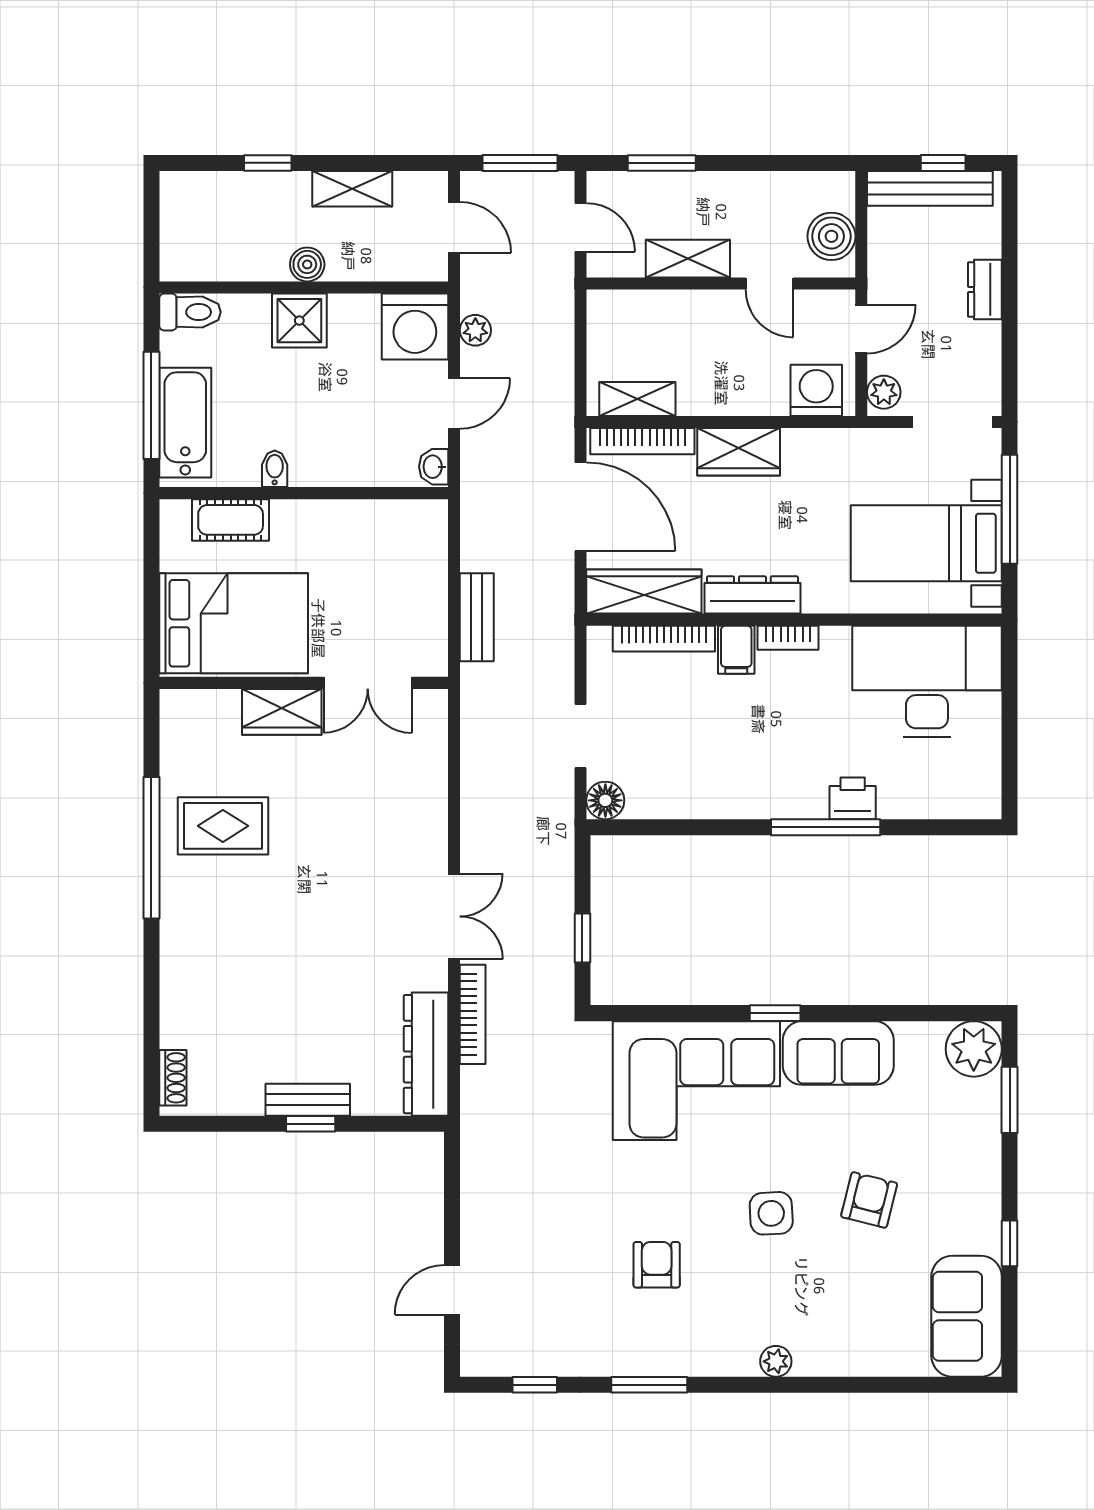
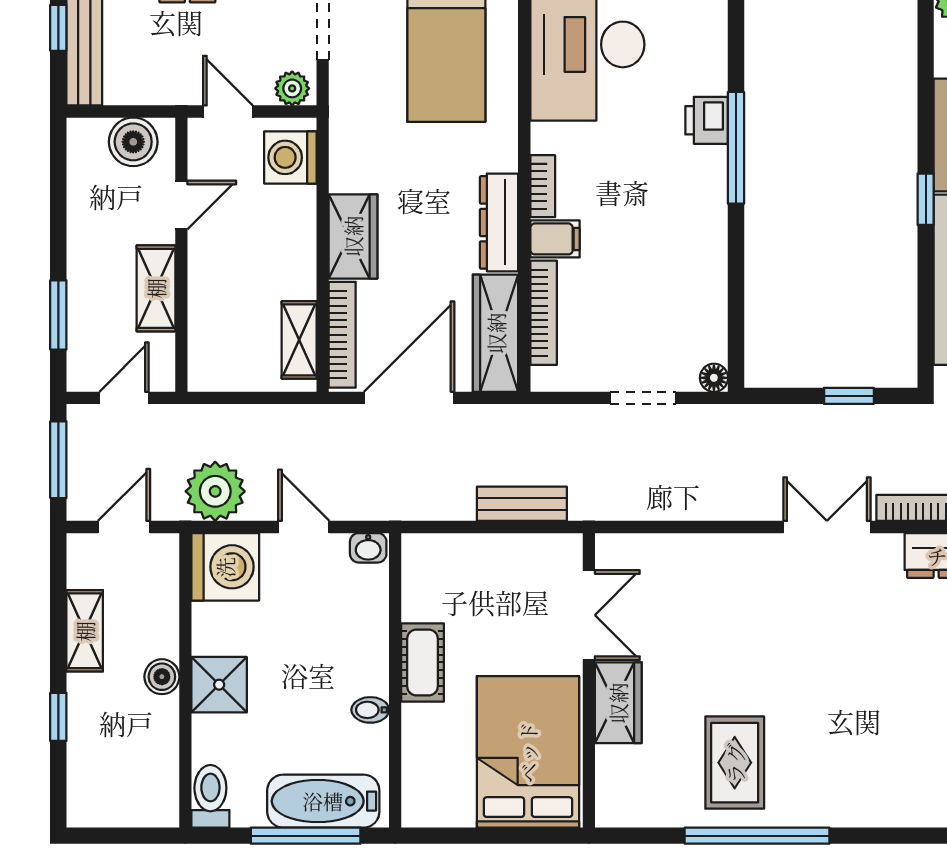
plant: (475, 330) -> (215, 491), width x1.87, depth x1.87
cot: (231, 520) -> (423, 662), moved
floor lamp: (605, 800) -> (714, 378), width x0.73, depth x0.73

